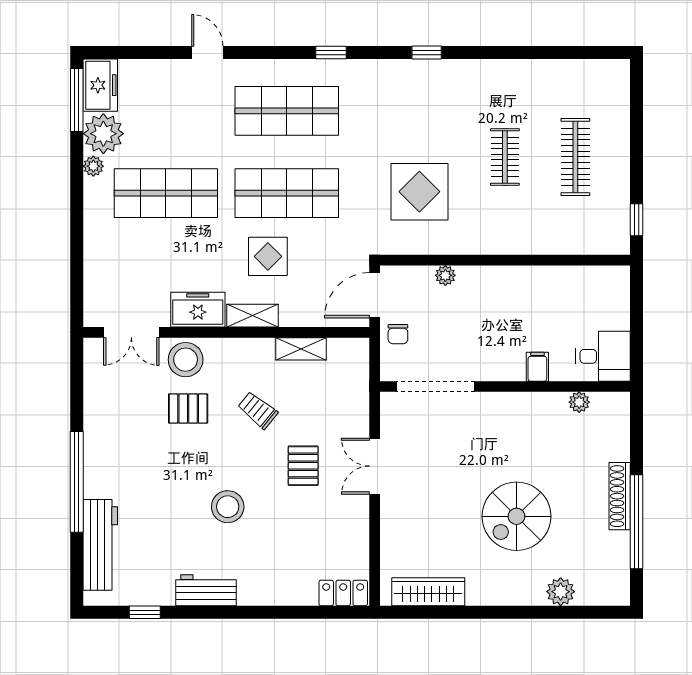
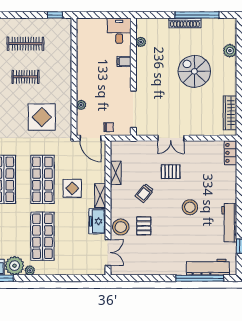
window: (77, 482) -> (200, 278), moved
spiral stairs: (516, 516) -> (194, 71), turned 180
workbench: (206, 590) -> (229, 223), width x1.38

